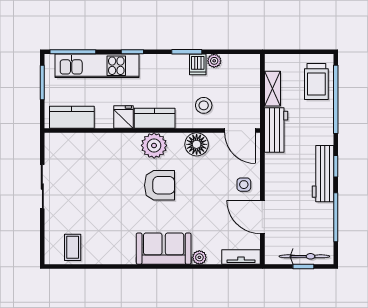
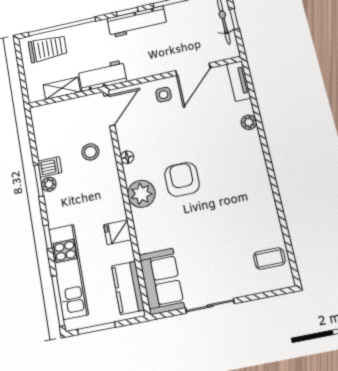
plant: (214, 61) -> (49, 184), moved
kitchen counter: (155, 118) -> (113, 199), removed
floor lamp: (197, 144) -> (127, 157), width x0.53, depth x0.53
sofa: (164, 249) -> (162, 281), moved, turned 180

